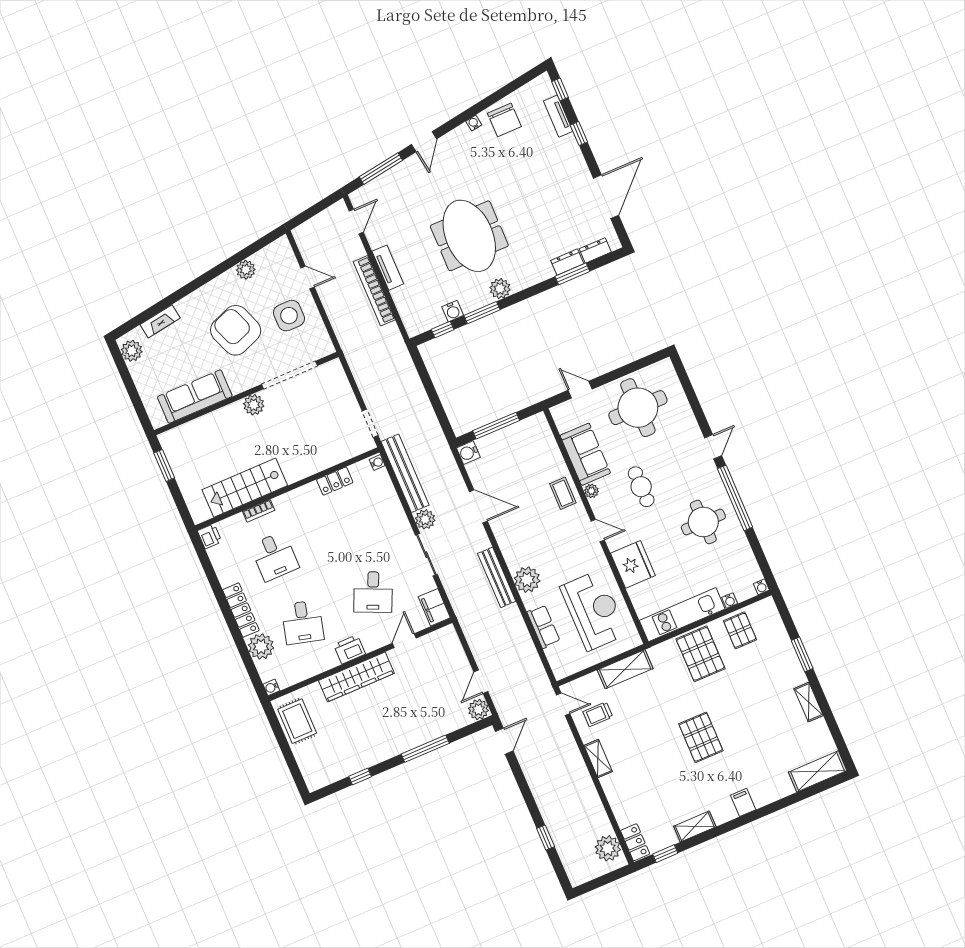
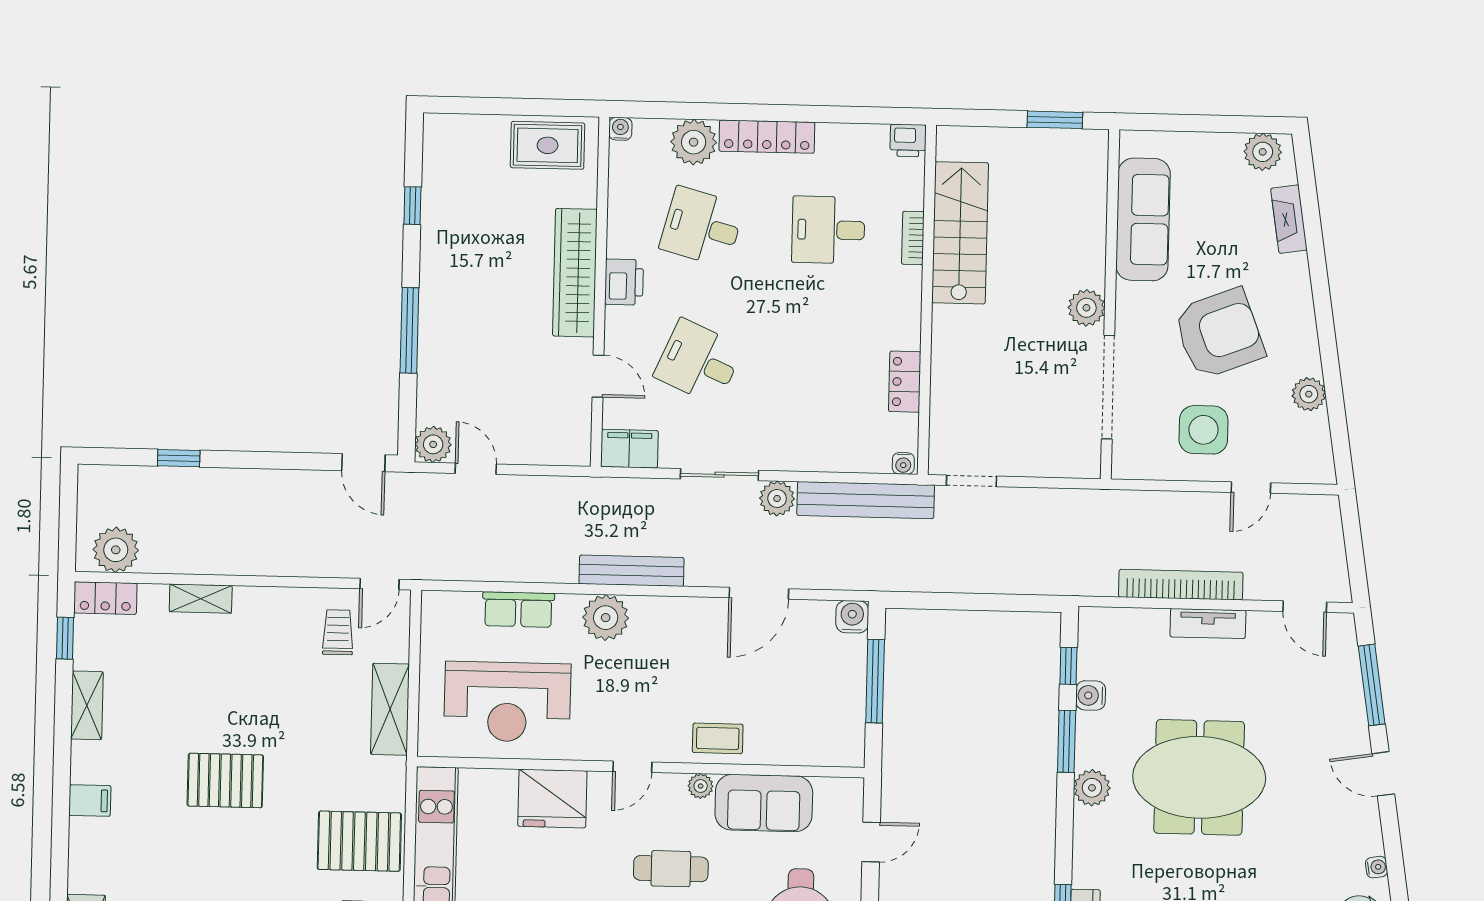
shelving: (598, 759) -> (201, 599), moved

